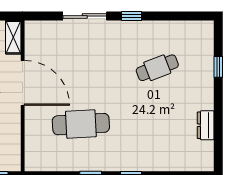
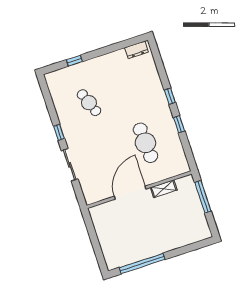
shelving: (13, 37) -> (164, 189), moved
dresser: (206, 125) -> (137, 50), moved

